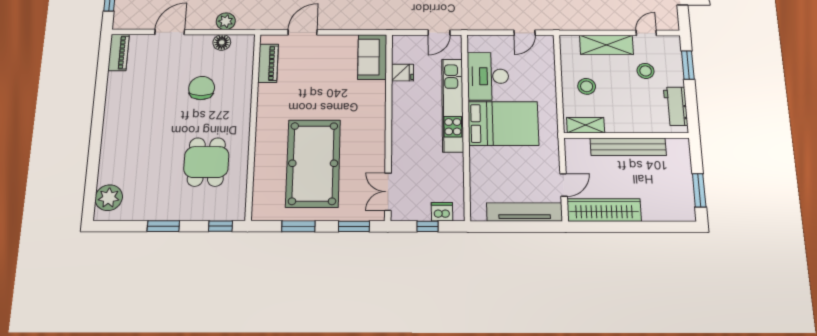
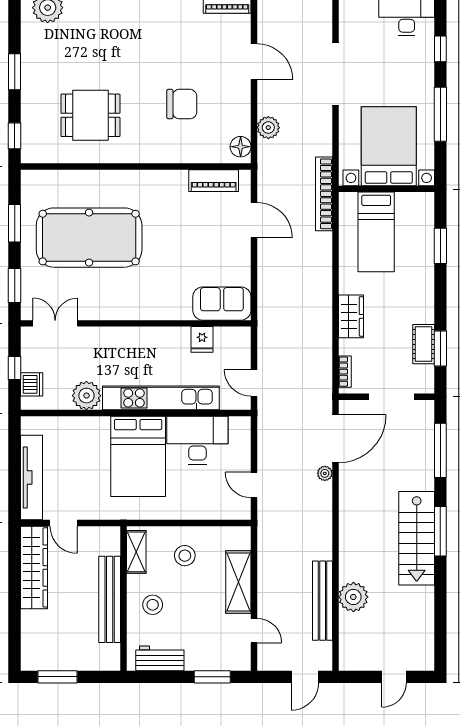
floor lamp: (222, 42) -> (241, 147), moved
stool: (646, 71) -> (153, 605), moved
plant: (451, 166) -> (86, 396), added

